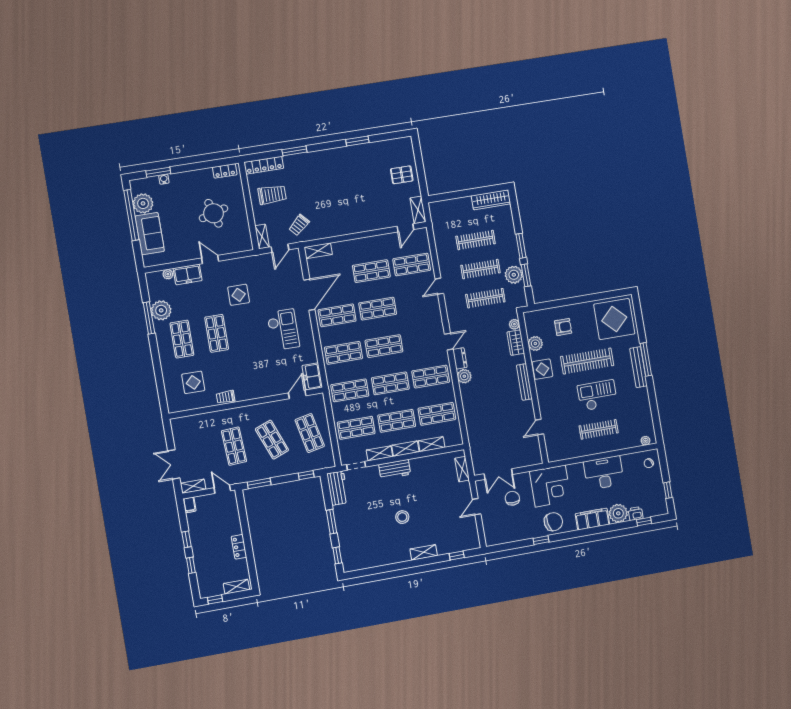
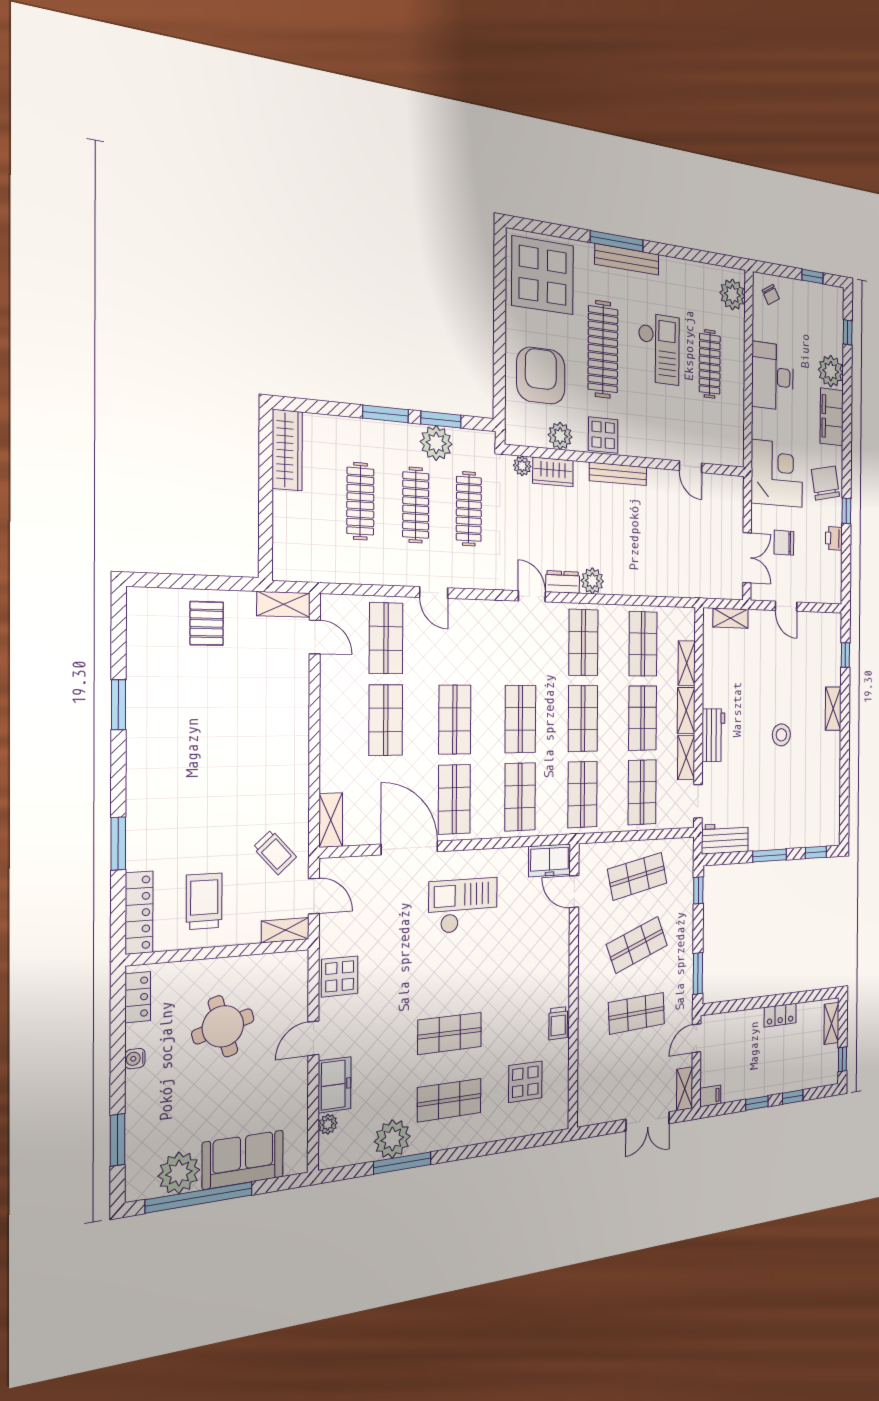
water cooler: (164, 179) -> (135, 1059), moved
display table: (239, 295) -> (340, 976), moved
armchair: (563, 327) -> (541, 376), width x1.88, depth x1.88
checkout: (597, 395) -> (659, 349), turned 180
plant: (645, 441) -> (732, 294), width x1.88, depth x1.88
printer: (636, 513) -> (834, 538), moved

